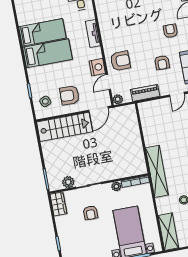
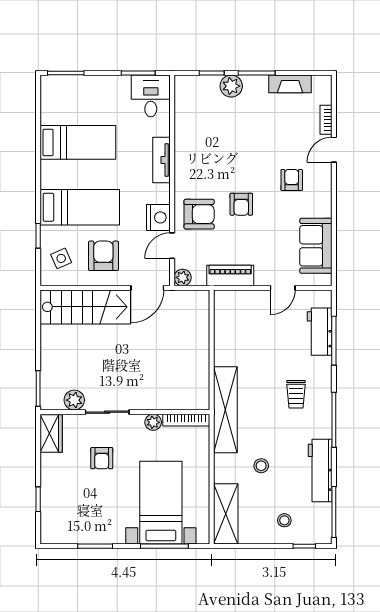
bed: (47, 53) -> (80, 207), moved
armchair: (162, 63) -> (241, 204), moved
armchair: (70, 95) -> (103, 256), turned 89

